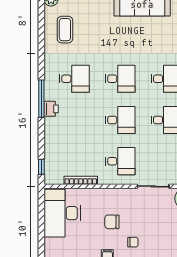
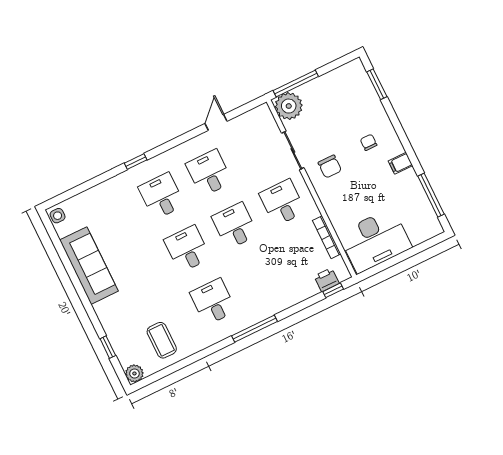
coffee table: (65, 30) -> (162, 340), turned 90
printer: (51, 109) -> (327, 280), moved
chair: (112, 222) -> (330, 167), moved

